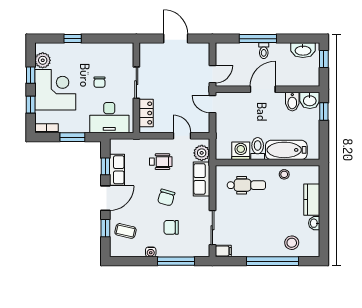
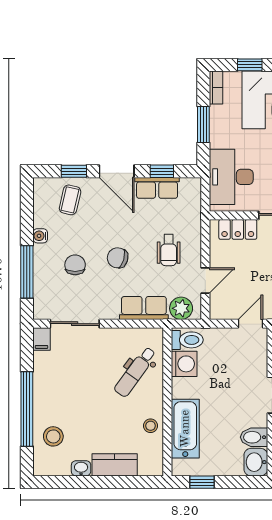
window: (324, 111) -> (202, 482), moved
toilet: (258, 149) -> (187, 340), moved
dental chair: (246, 185) -> (135, 372), turned 36

